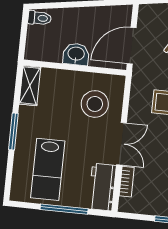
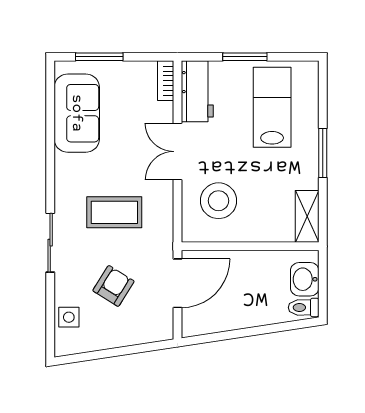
washbasin: (76, 54) -> (305, 279), moved, turned 90
bookcase: (127, 182) -> (166, 81), moved
window: (64, 209) -> (245, 57), width x0.69

